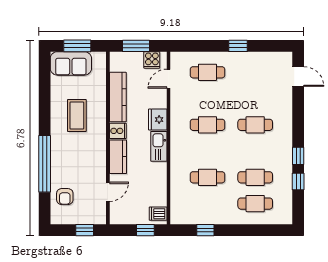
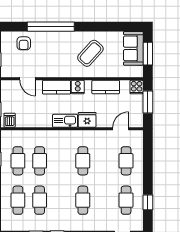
window: (238, 46) -> (148, 202), moved
cooker: (152, 60) -> (137, 87), moved, turned -90
cafe table: (255, 72) -> (126, 200), added
door: (169, 79) -> (121, 129), hinge flipped
kitchen counter: (118, 97) -> (106, 87), width x0.67
coffee table: (77, 116) -> (90, 53), turned -48
armchair: (65, 197) -> (24, 43), turned -90
cafe table: (207, 204) -> (18, 161), added

